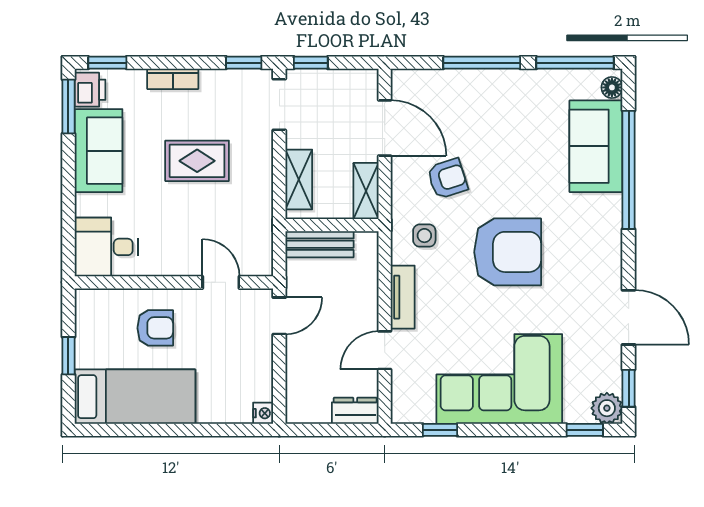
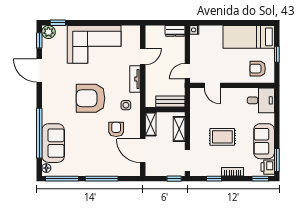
window: (244, 63) -> (214, 179), moved
armchair: (447, 179) -> (116, 129), turned 108
armchair: (155, 328) -> (258, 69), moved
dresser: (355, 411) -> (175, 31), moved
window: (440, 430) -> (119, 23), removed

